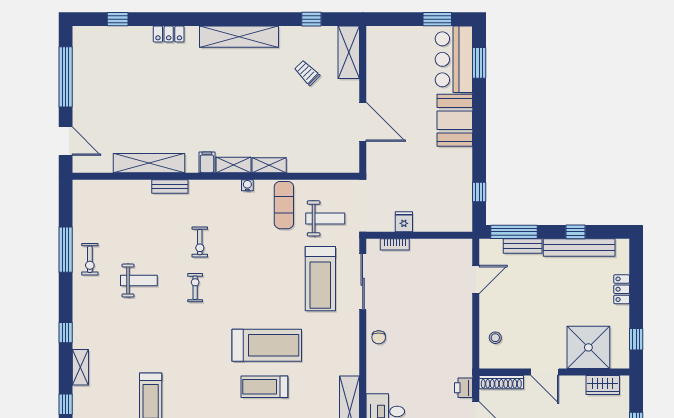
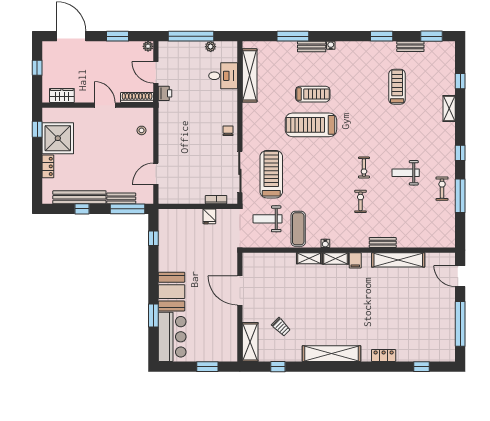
window: (437, 19) -> (207, 367), moved
window: (479, 63) -> (153, 316), moved
window: (66, 333) -> (460, 153), moved
shower: (588, 347) -> (58, 138), moved

